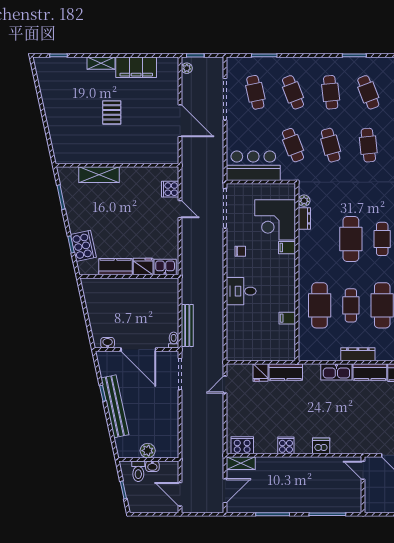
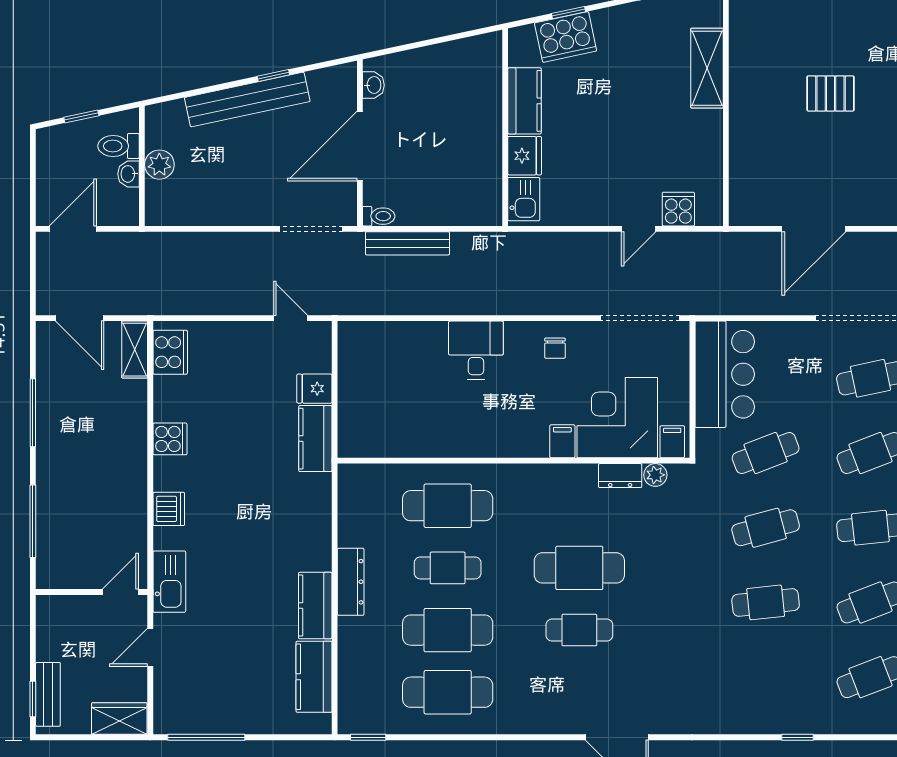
filing cabinet: (287, 318) -> (672, 442), moved
kitchen sink: (336, 372) -> (169, 582), moved, turned 180

